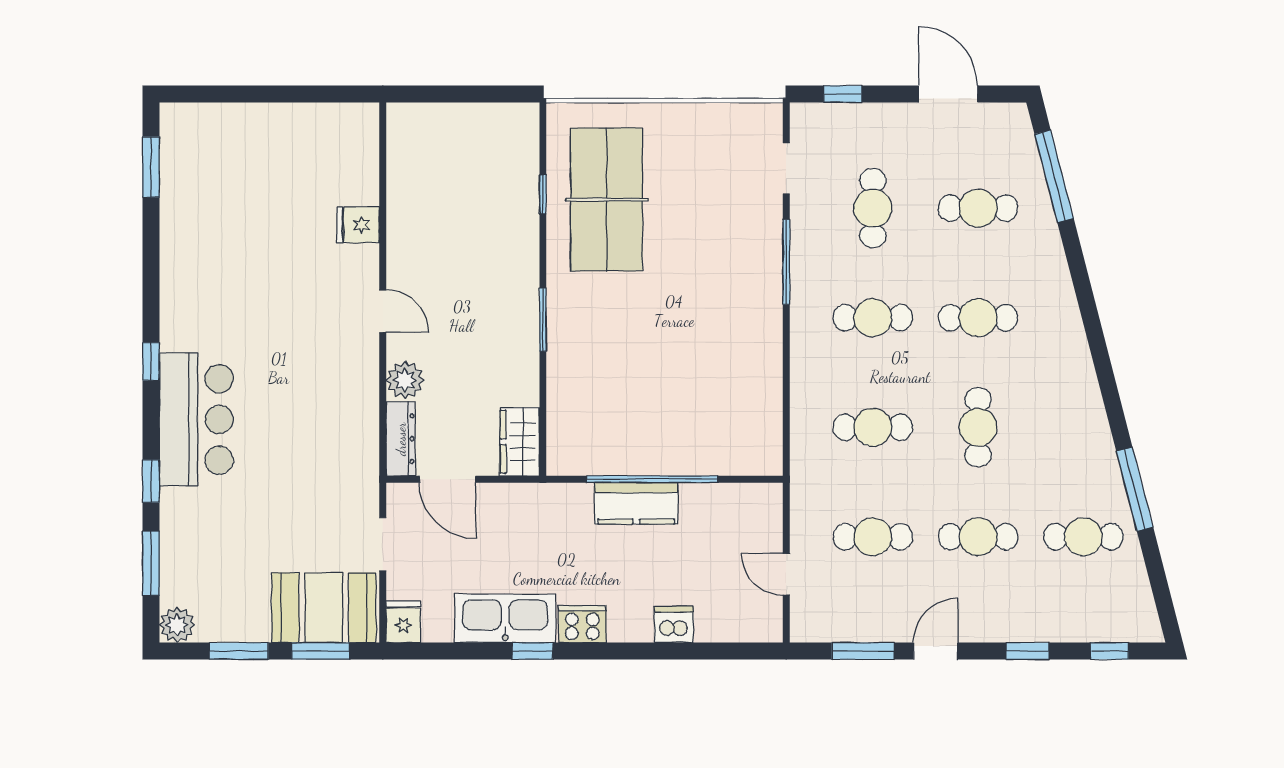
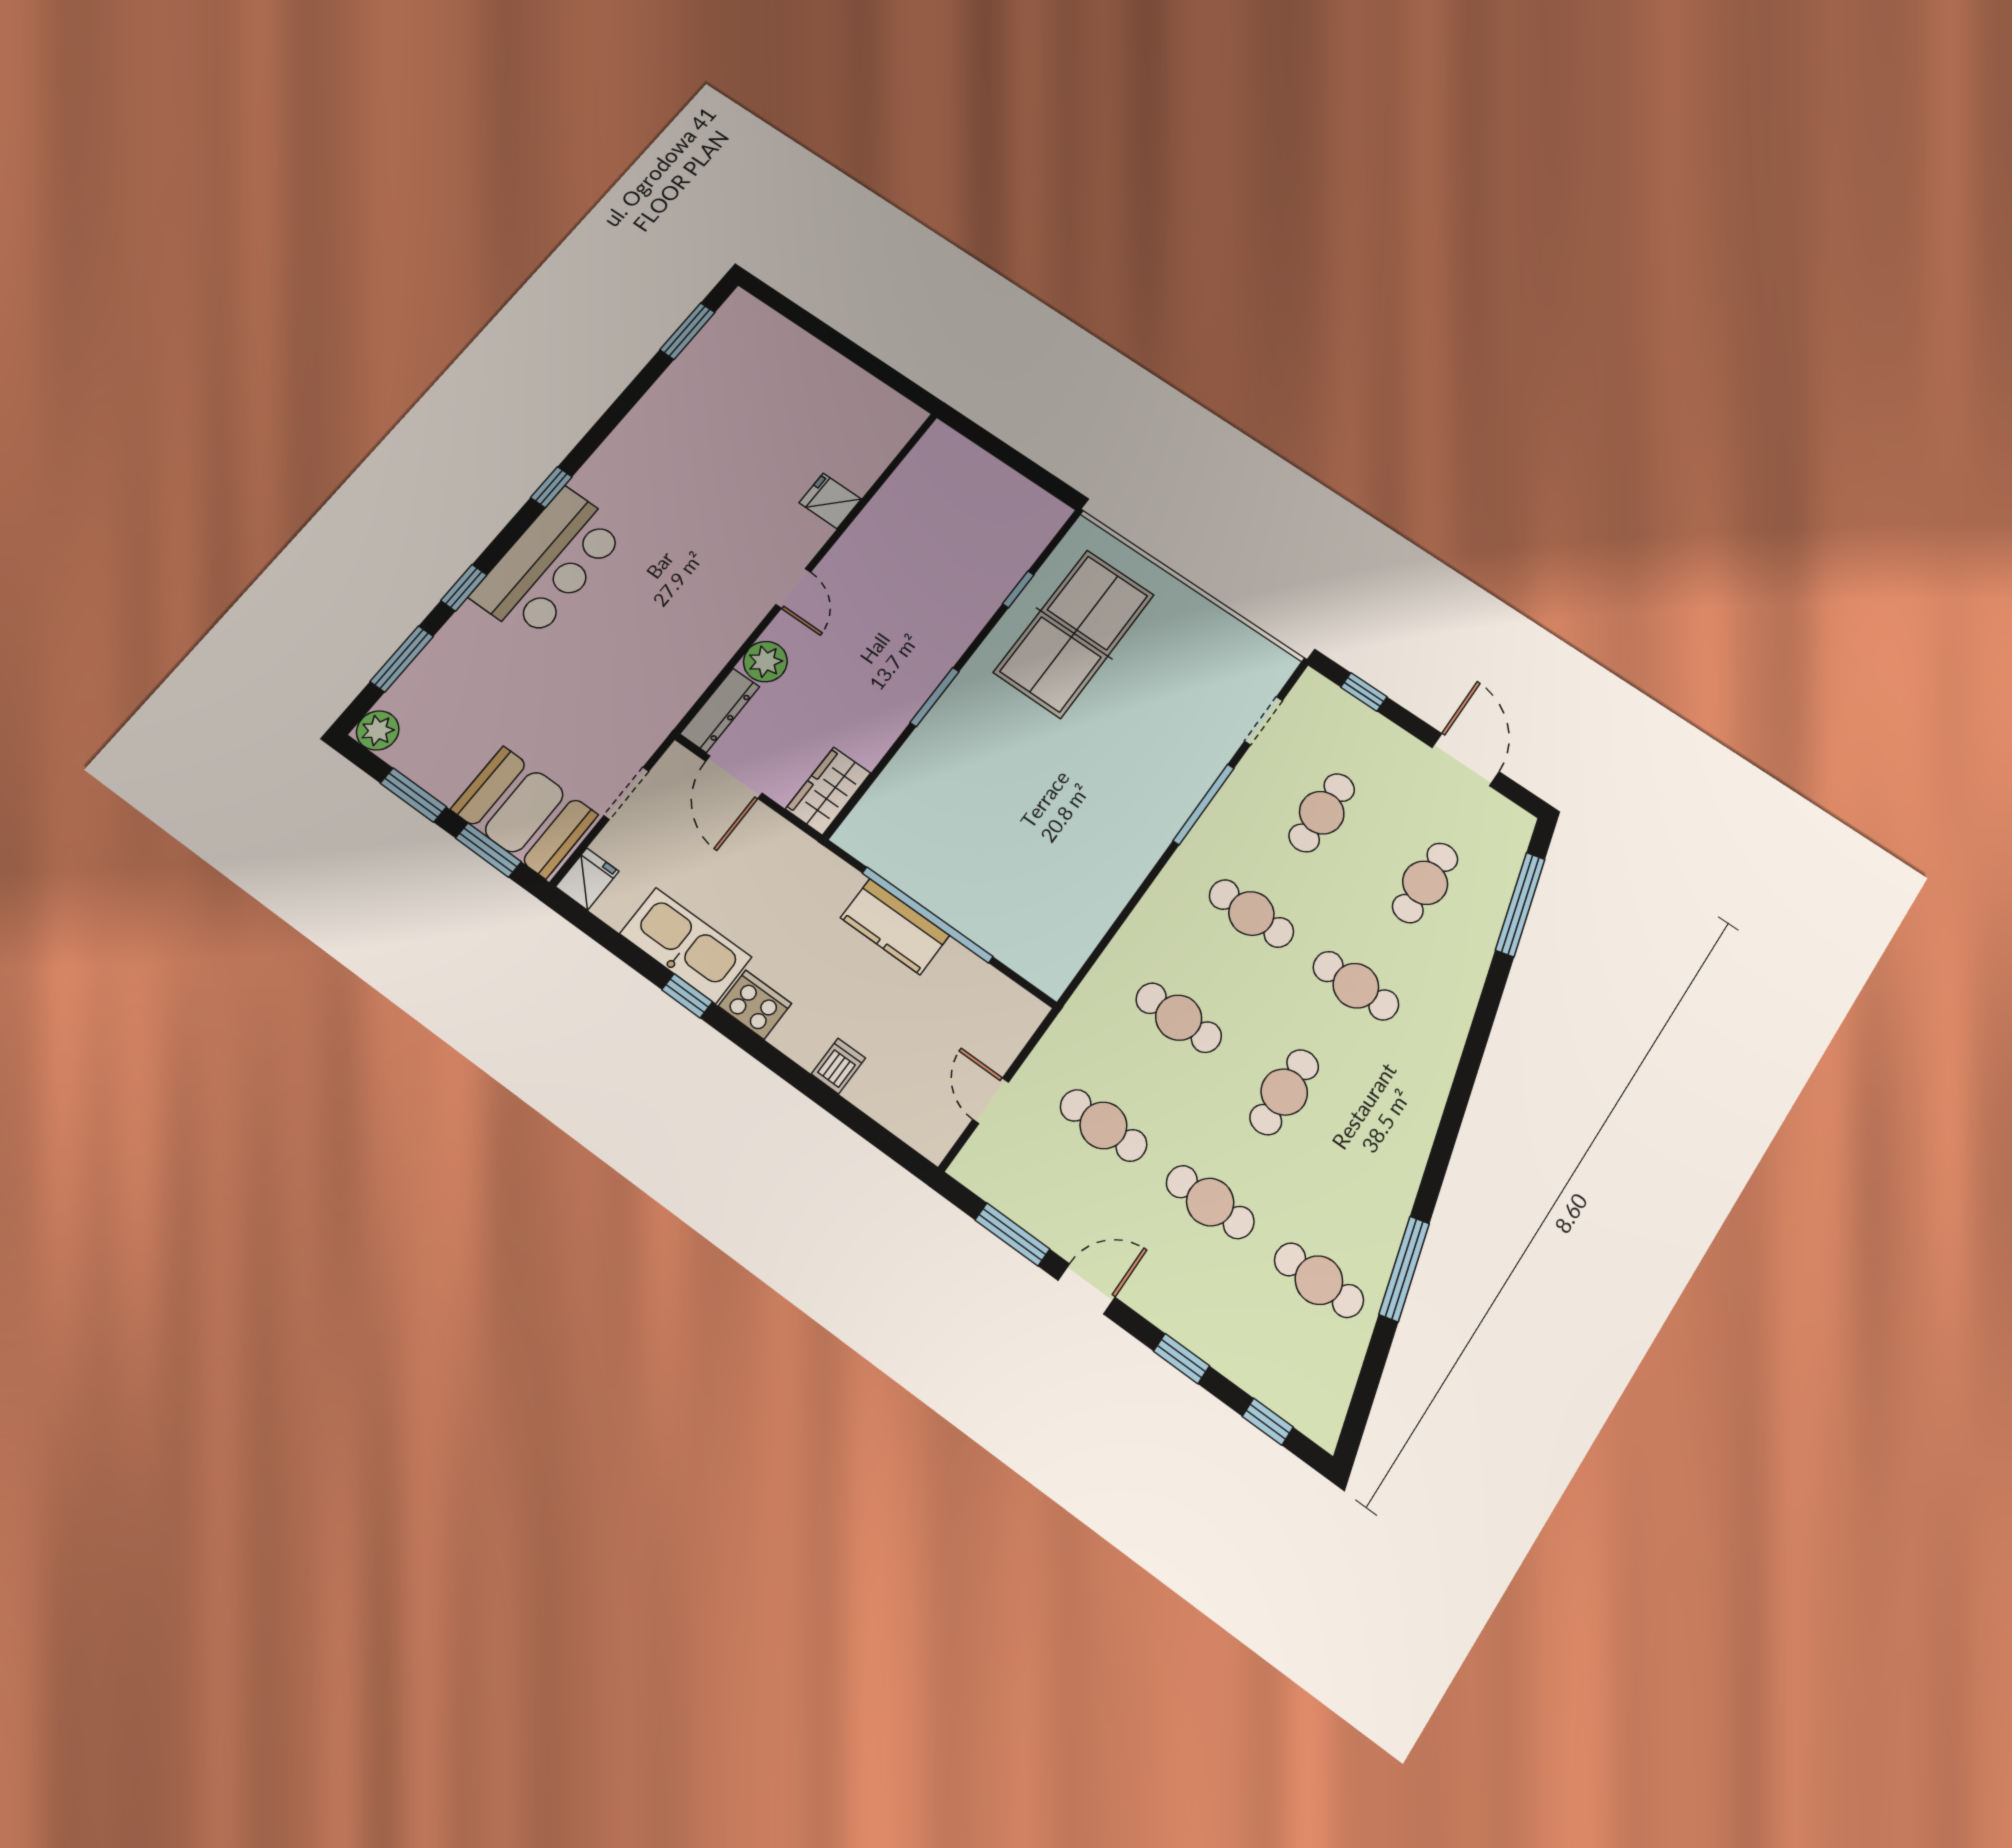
cafe table: (978, 208) -> (1425, 883), turned 90
dishwasher: (674, 624) -> (838, 1066), width x0.73

